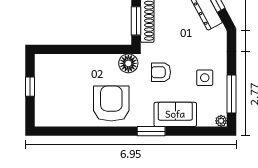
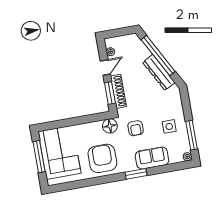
armchair: (161, 72) -> (136, 128), turned -90
corner sofa: (57, 86) -> (60, 152), added
window: (30, 87) -> (39, 157), width x2.17

